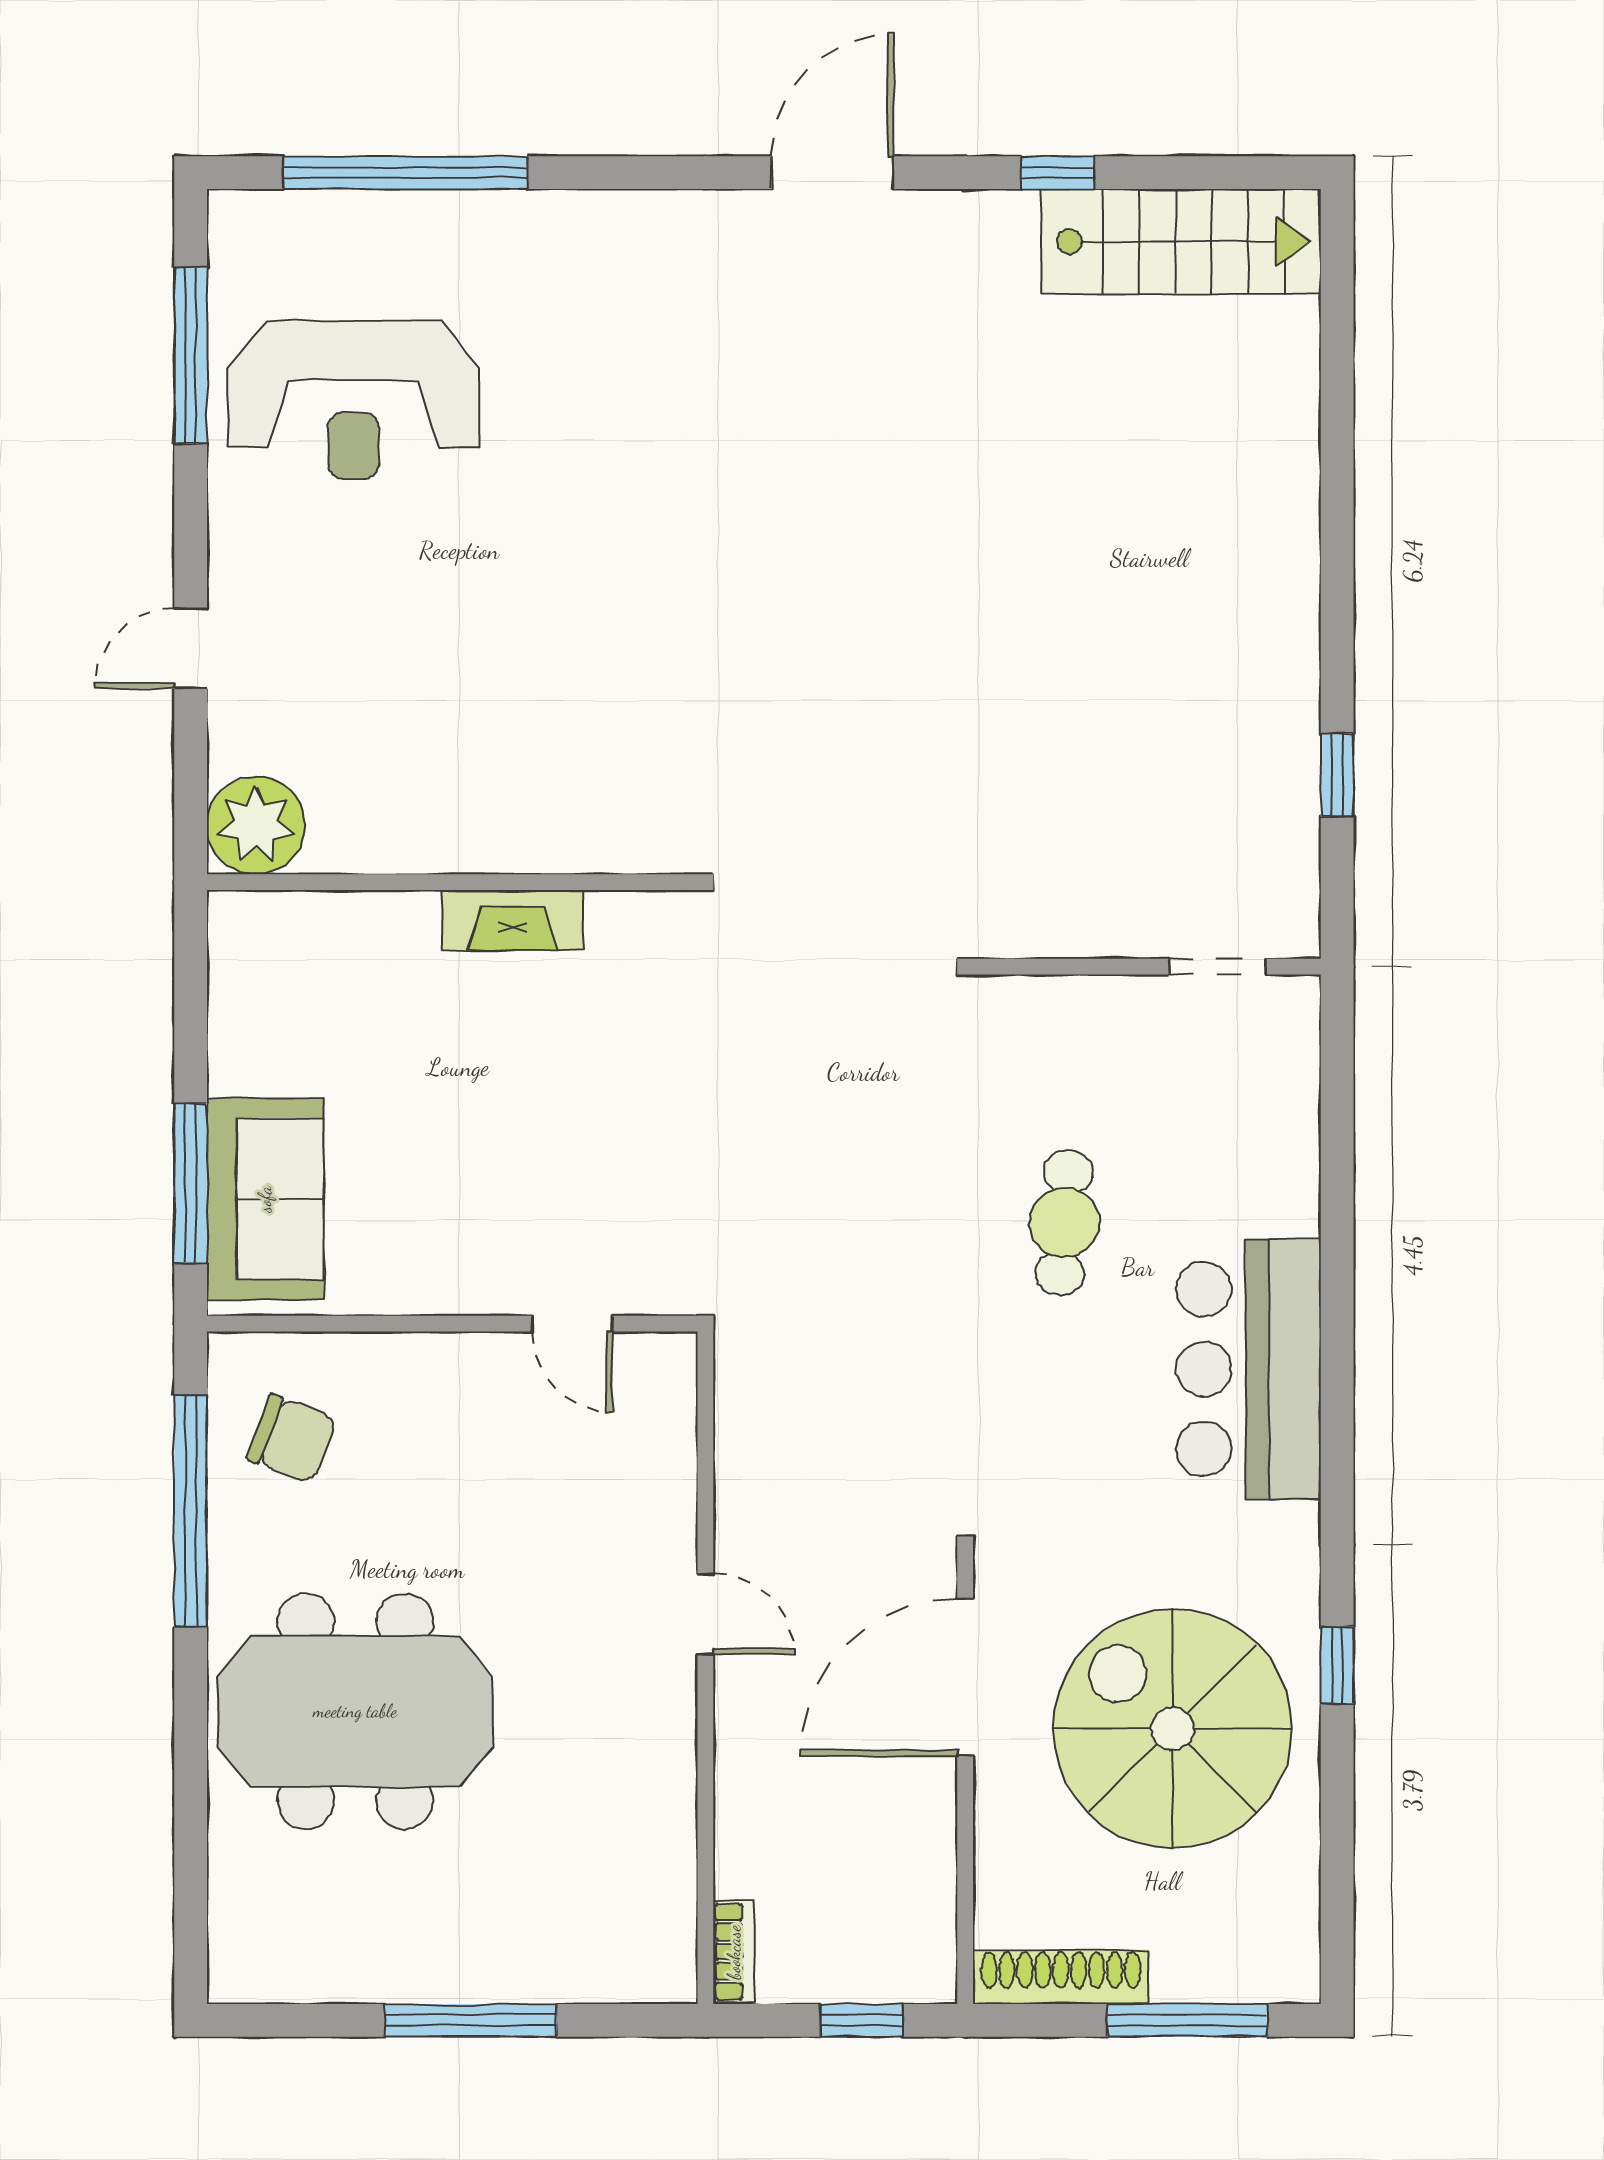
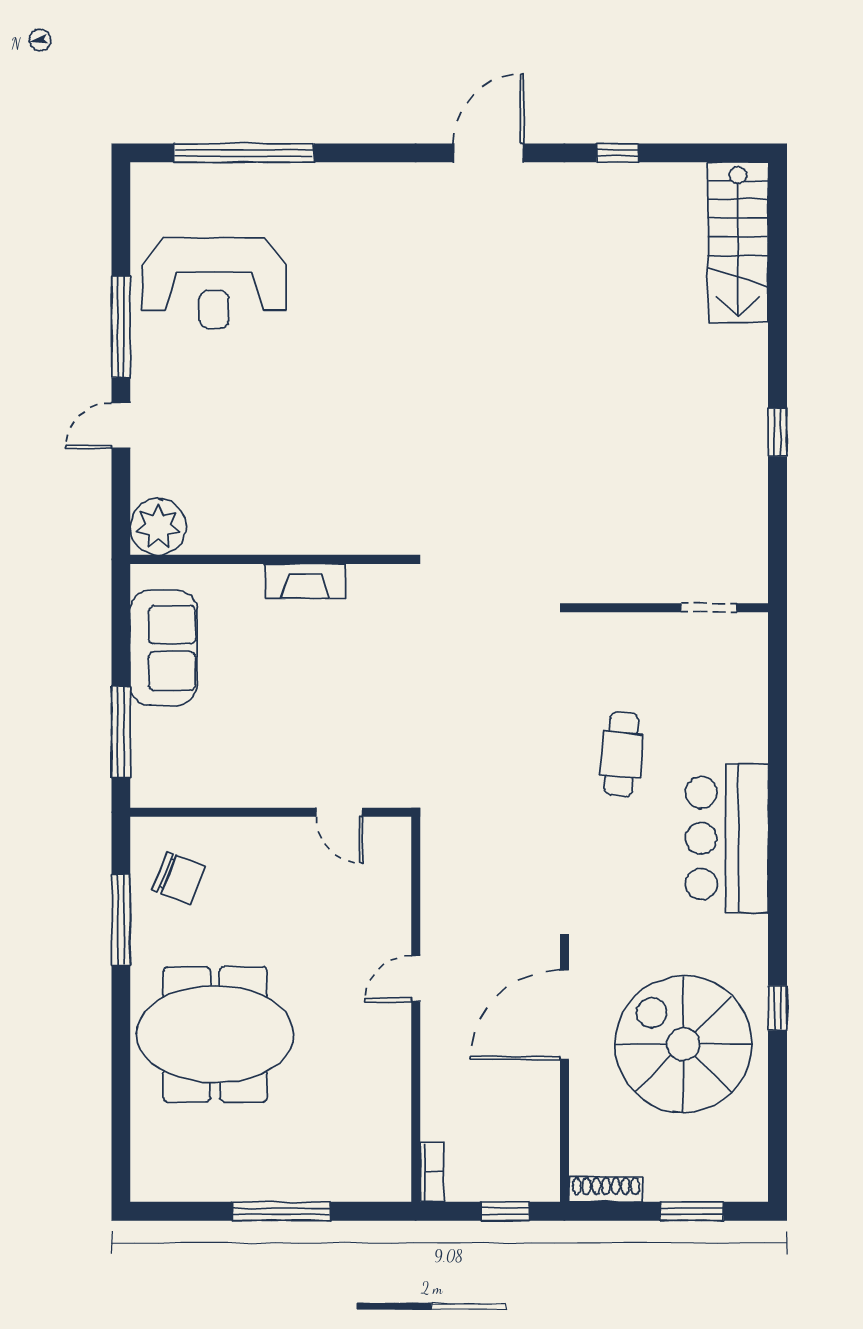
stairs: (1181, 242) -> (738, 242), moved, turned 90
window: (191, 356) -> (121, 327), moved
window: (1337, 775) -> (778, 432), moved
sofa: (265, 1199) -> (164, 648), moved
window: (191, 1511) -> (121, 919), width x0.68
door: (705, 1614) -> (416, 979), swing flipped
shoe rack: (1061, 1977) -> (606, 1189), width x0.74, depth x0.81
window: (1187, 2020) -> (692, 1211), width x0.69

